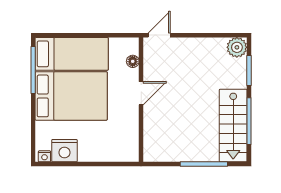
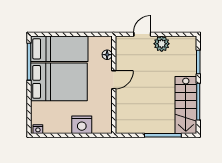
door: (159, 35) -> (142, 34), moved
plant: (237, 47) -> (162, 44), moved
nightstand: (64, 151) -> (82, 125), moved

